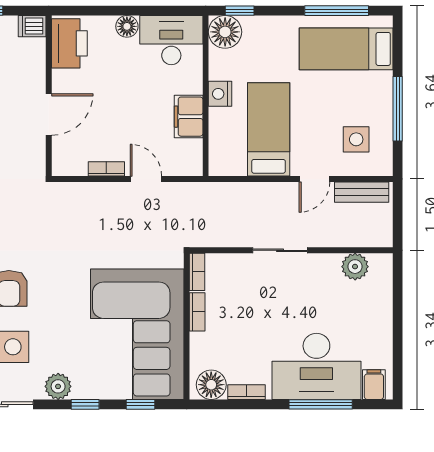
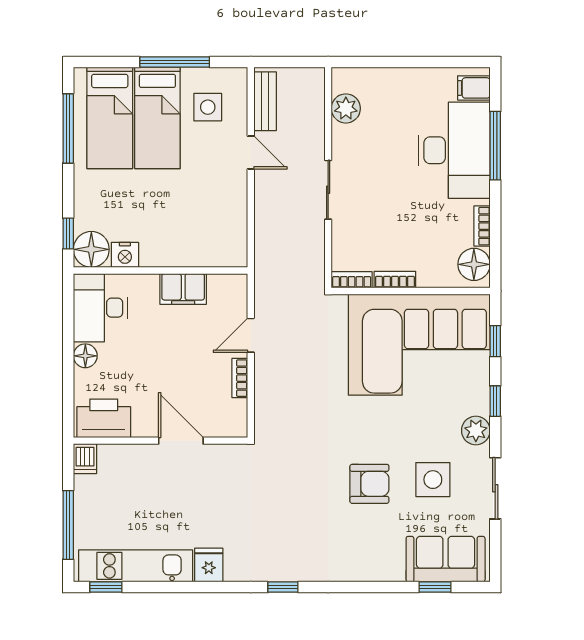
nightstand: (220, 94) -> (125, 255), moved
bed: (269, 129) -> (157, 118), moved, turned -90

